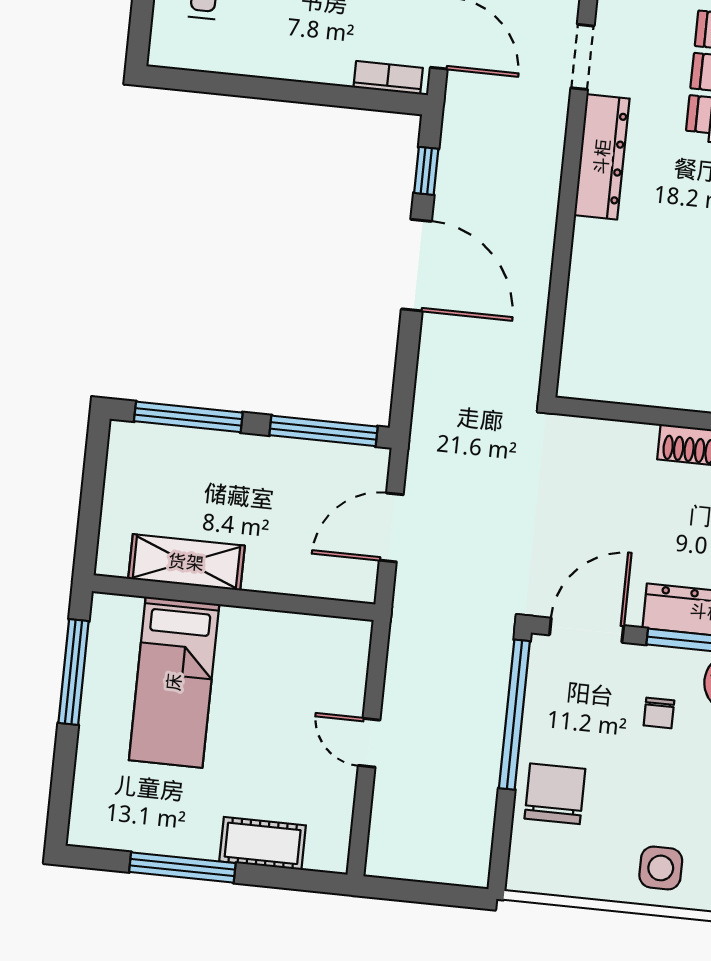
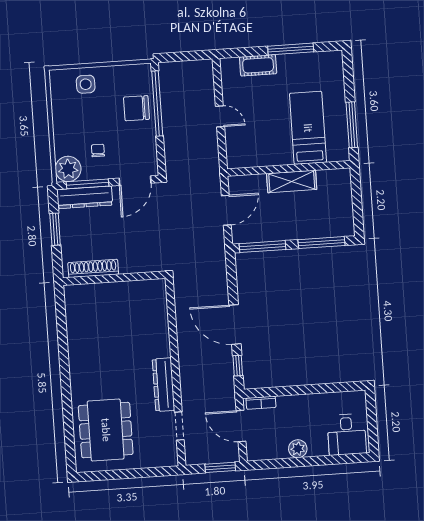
shelving: (186, 562) -> (292, 181), moved
window: (514, 715) -> (157, 104), moved
chair: (555, 794) -> (136, 108), turned 90

